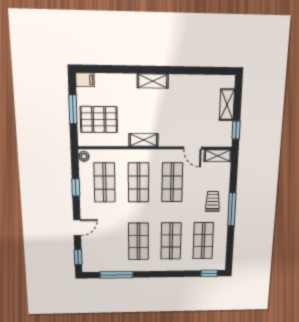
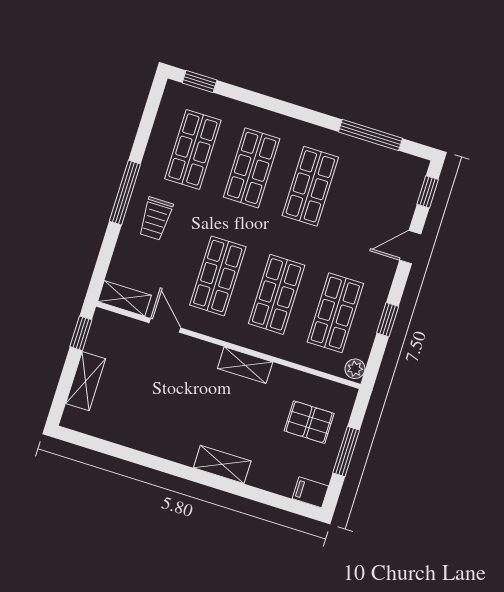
shelving: (153, 81) -> (222, 464), moved
pallet: (99, 120) -> (309, 422), width x0.67, depth x0.71

